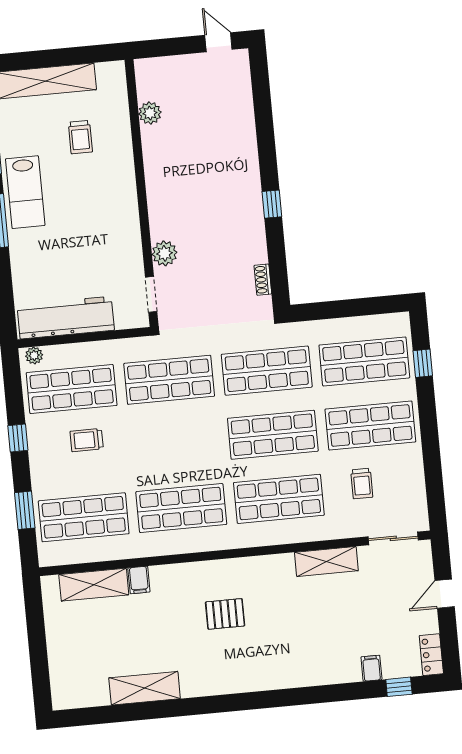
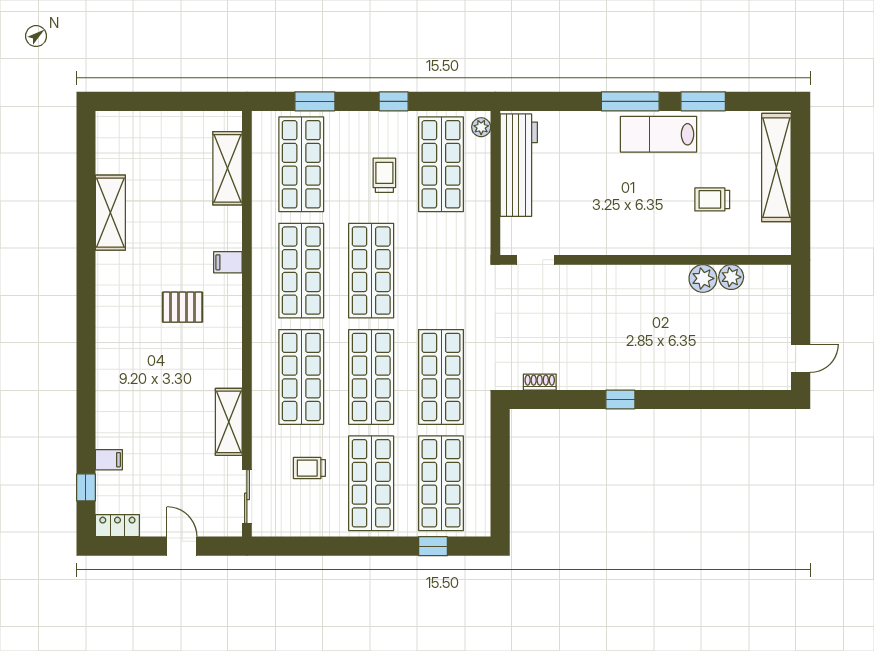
plant: (164, 253) -> (703, 278), moved
shop shelf: (169, 380) -> (371, 271), moved
filing cabinet: (139, 580) -> (228, 262), moved
pallet: (225, 614) -> (183, 307), turned 90

